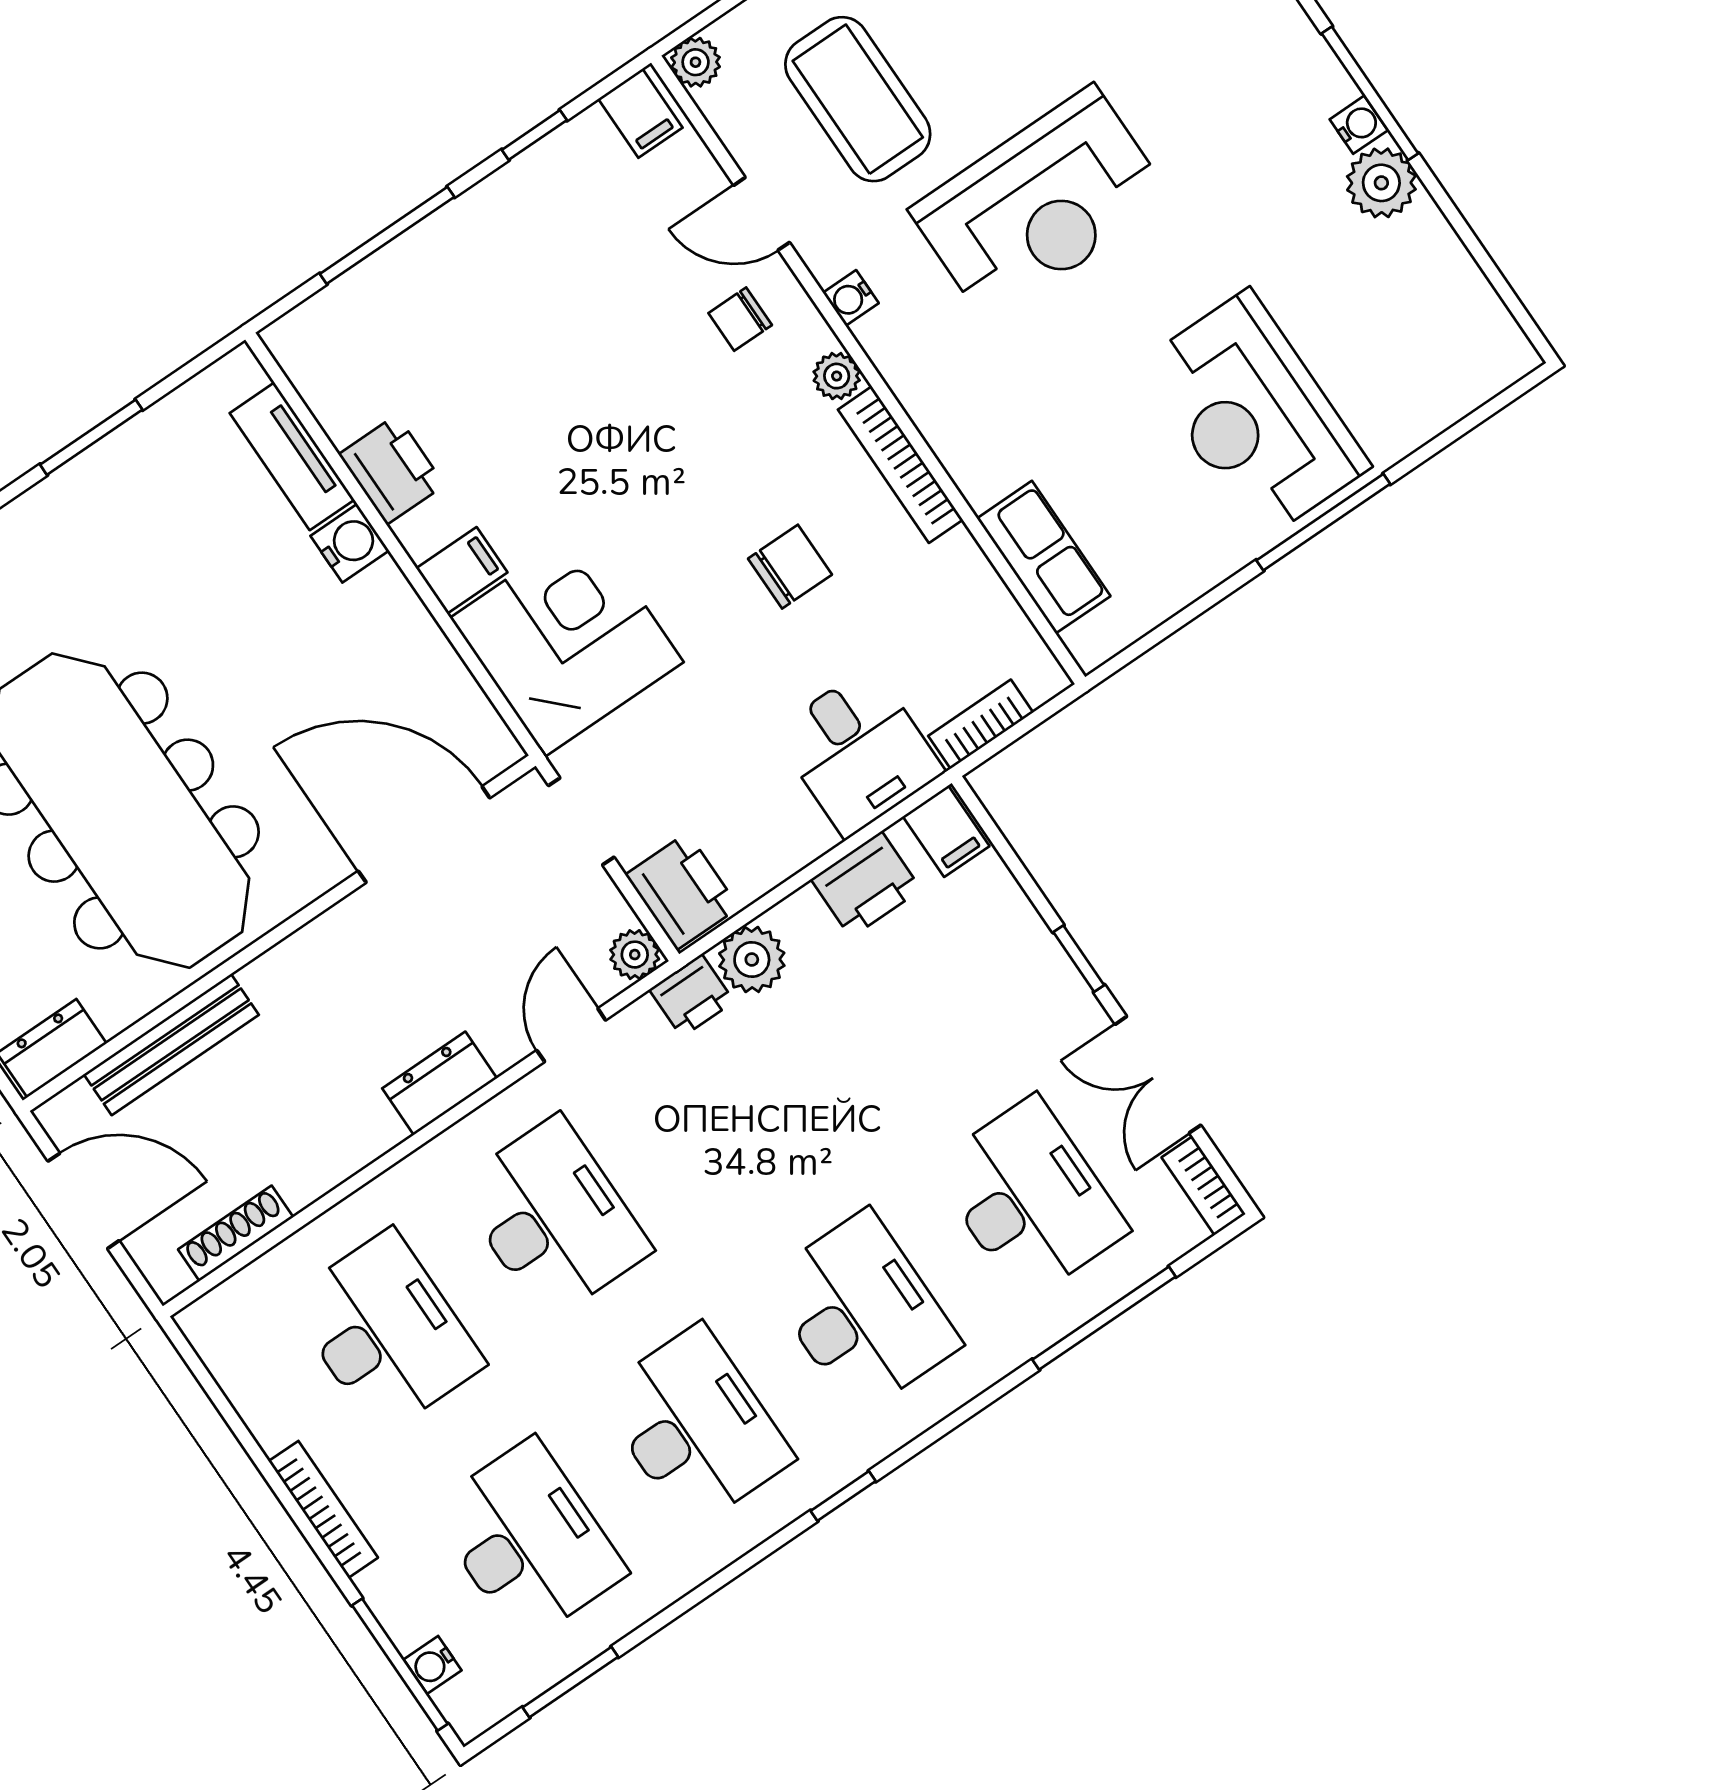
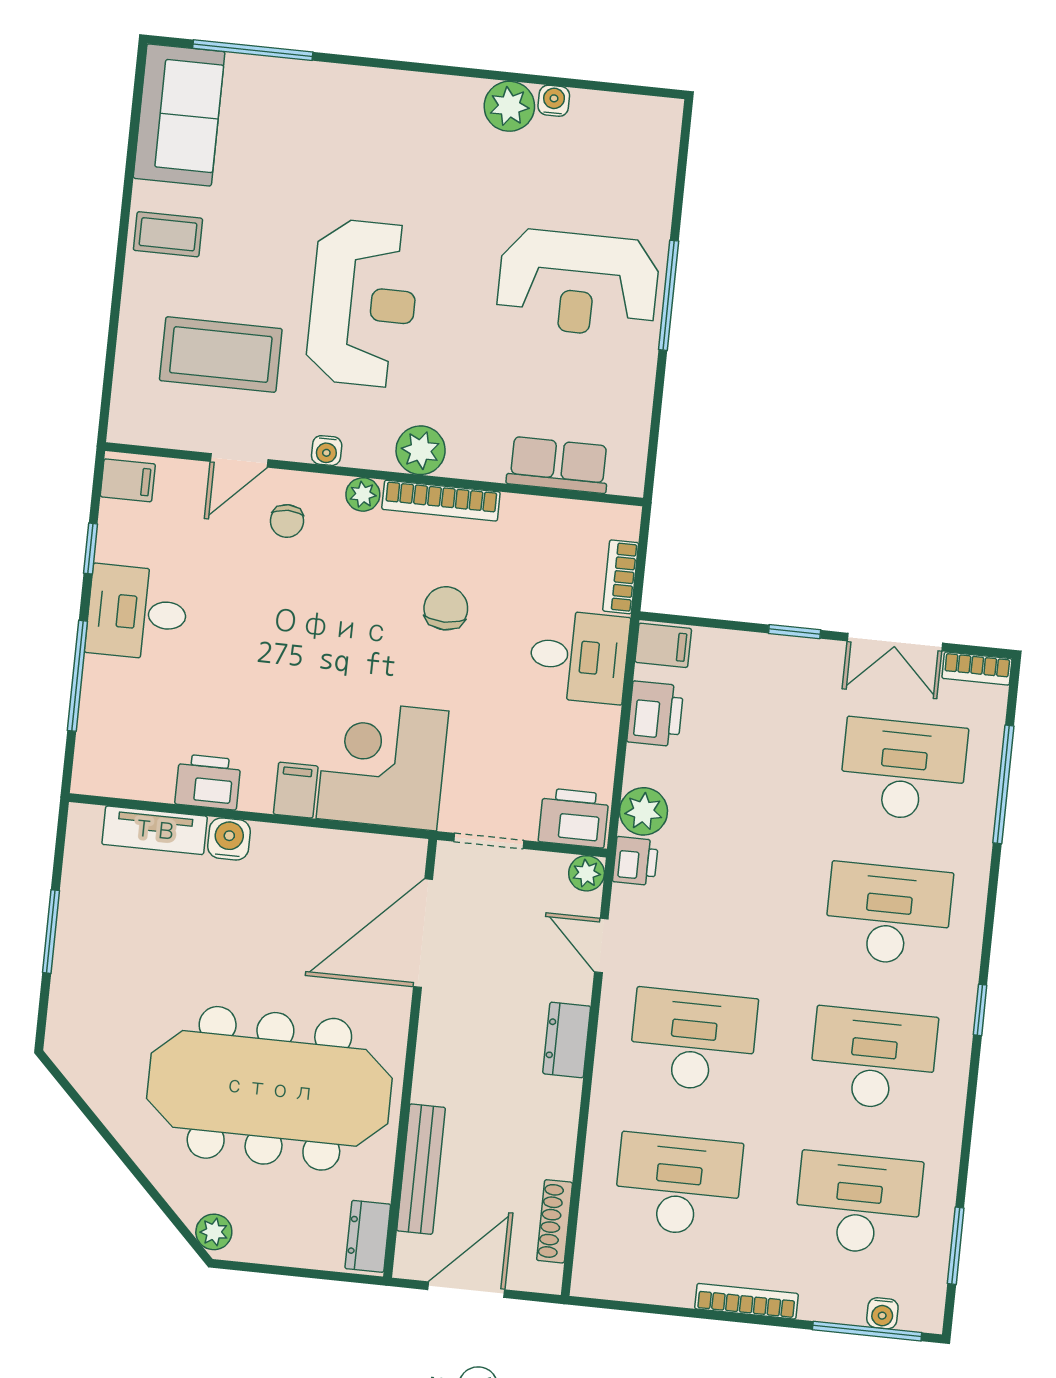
plant: (696, 62) -> (421, 450), moved, width x1.38, depth x1.38
window: (1370, 93) -> (455, 71), removed
water cooler: (1359, 125) -> (554, 101), moved
desk: (508, 242) -> (137, 613), added

